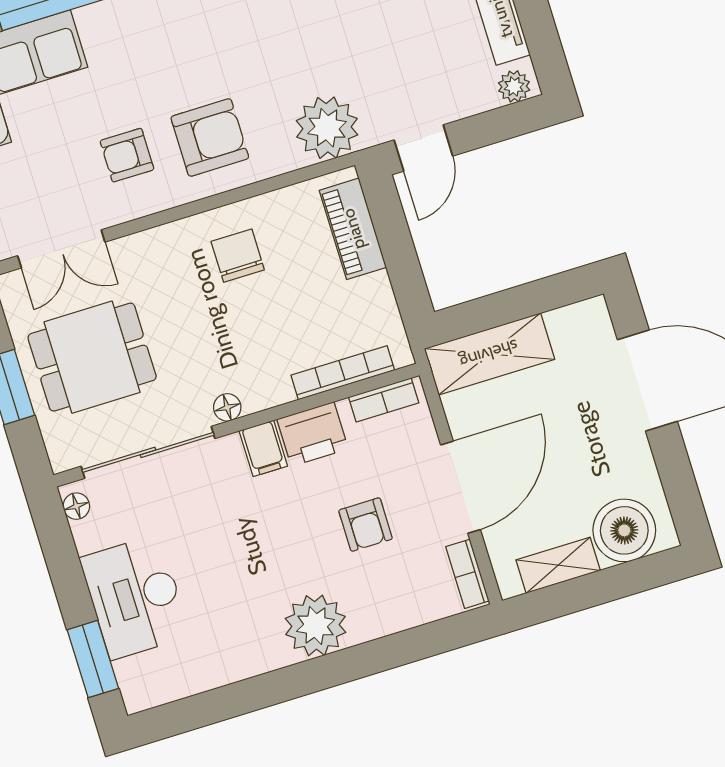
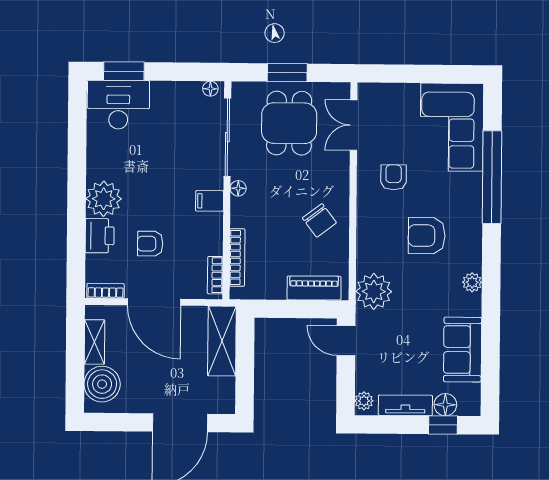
armchair: (210, 138) -> (427, 236), moved, turned 90
chair: (238, 256) -> (319, 220), turned 53
printer: (313, 434) -> (100, 236), moved, turned 180
desk: (135, 597) -> (118, 105), moved

